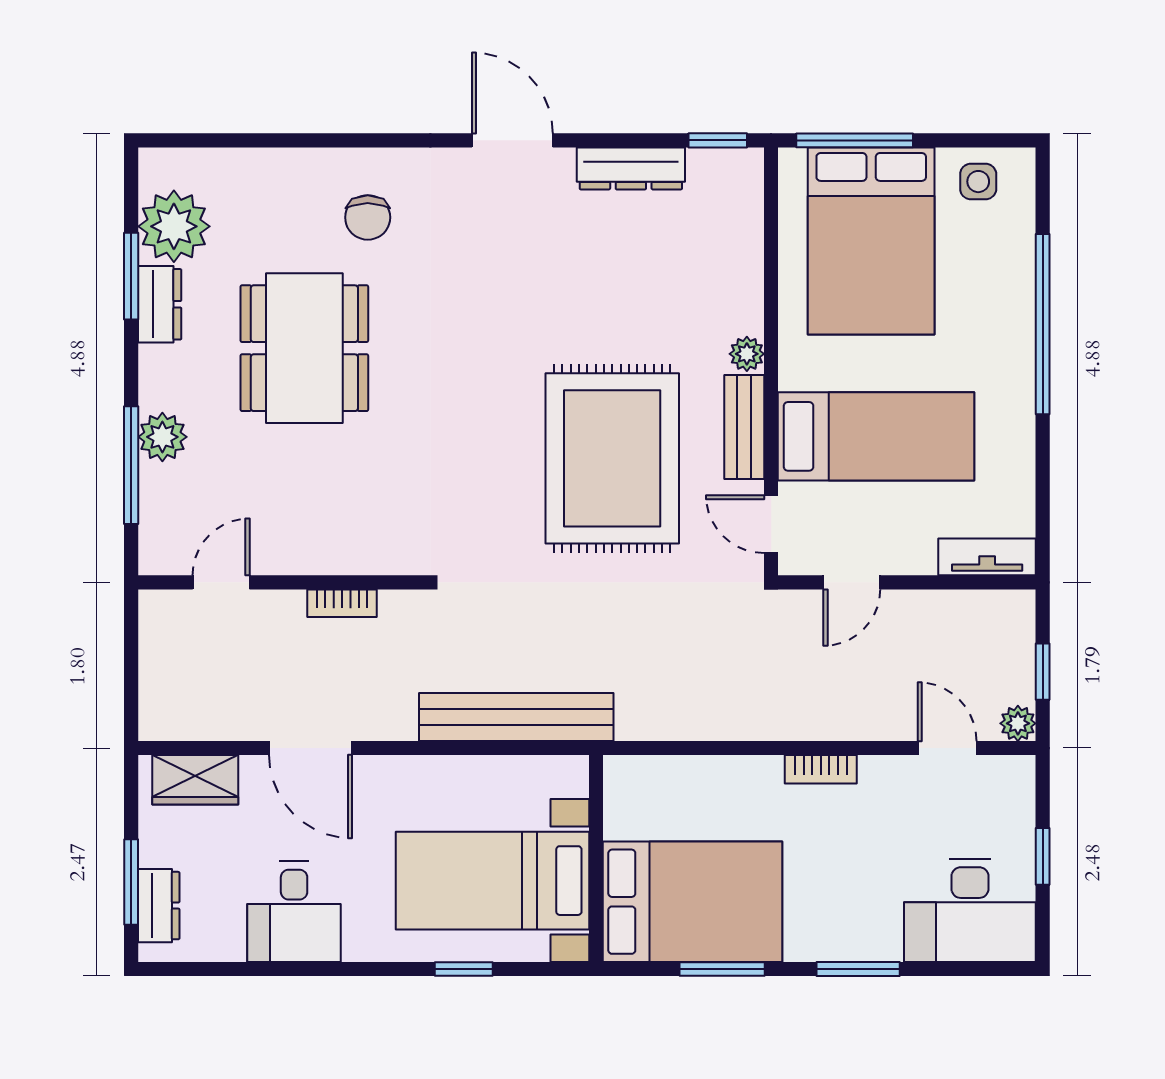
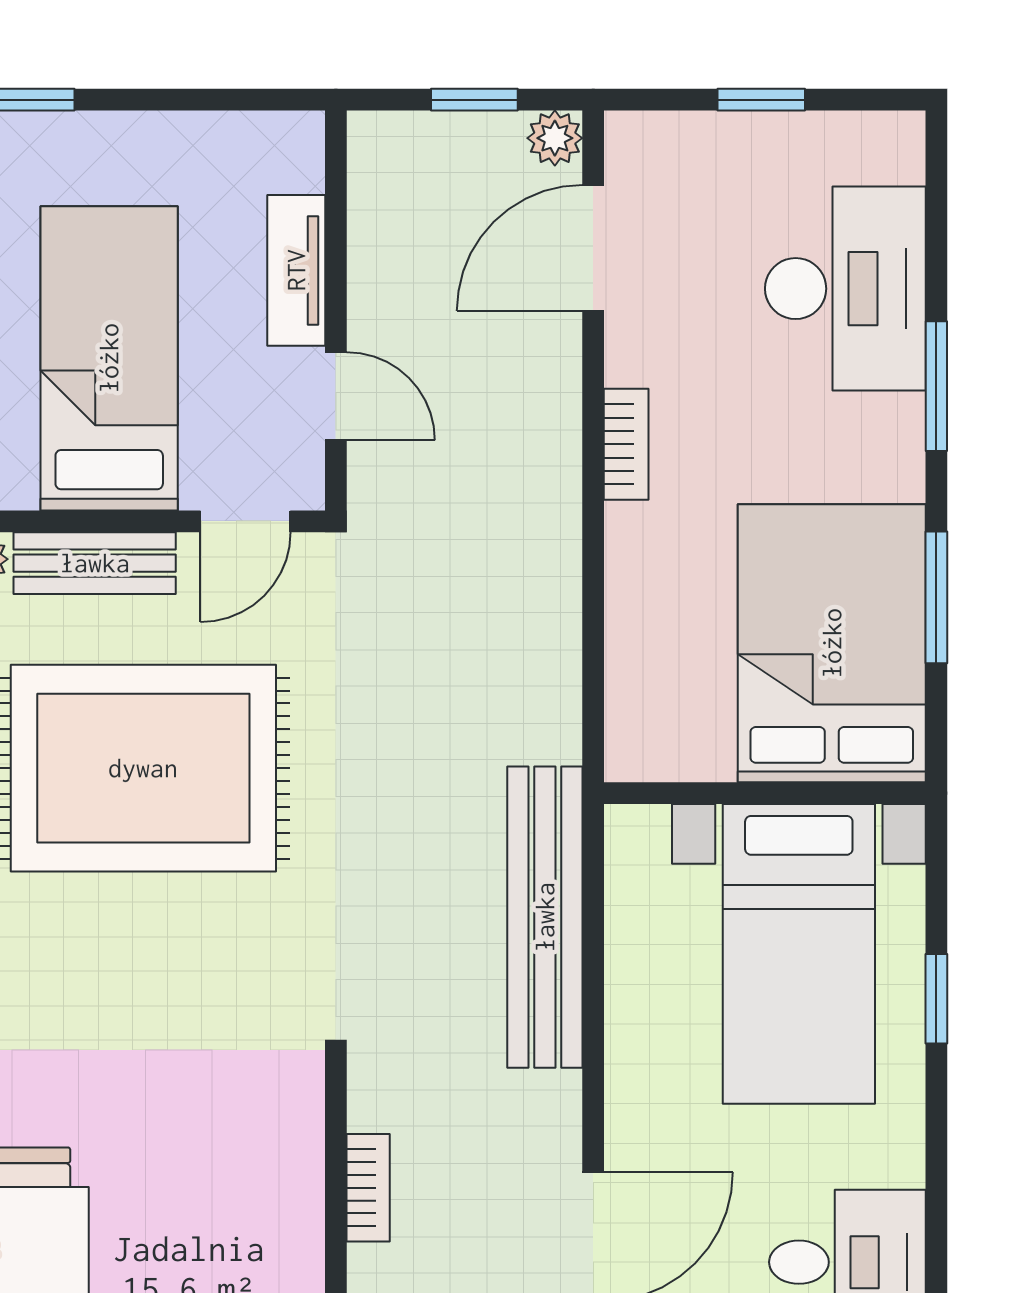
tv unit: (987, 557) -> (296, 270), moved
door: (947, 748) -> (593, 248), width x1.38
desk: (970, 910) -> (845, 289), moved

